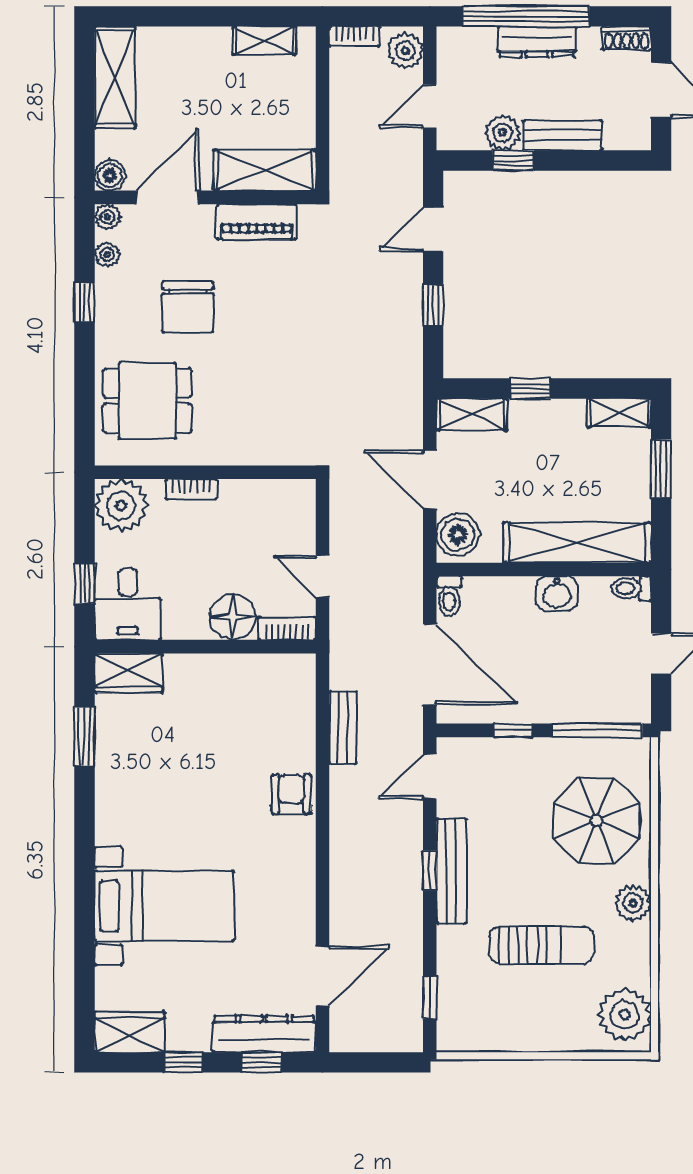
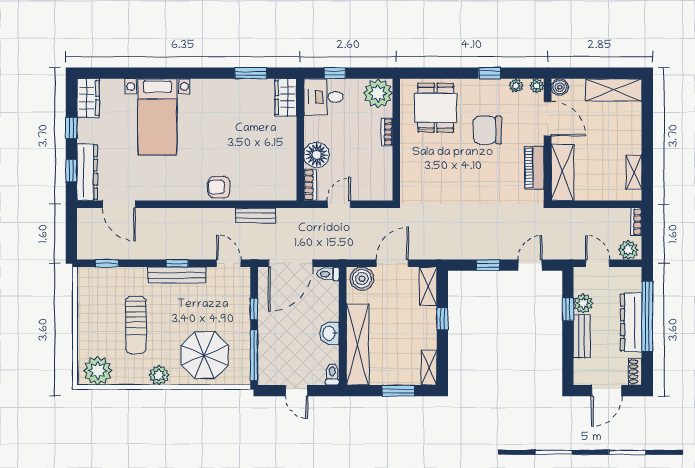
dresser: (537, 42) -> (631, 322), width x1.37, depth x1.24
door: (433, 229) -> (530, 265), hinge flipped
armchair: (291, 794) -> (219, 187), turned 180

